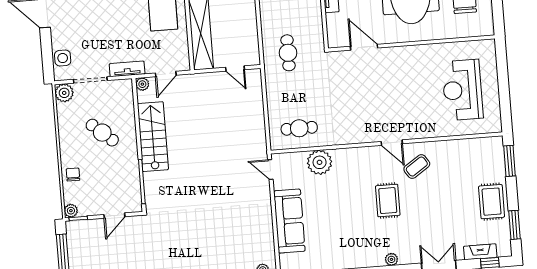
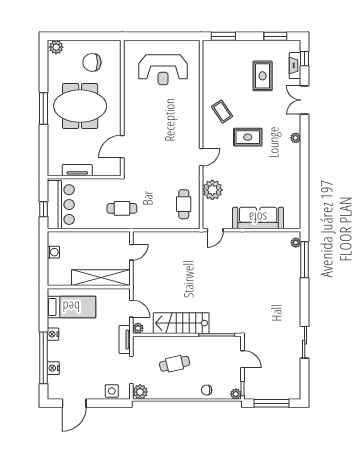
cafe table: (102, 133) -> (175, 364), turned 36
door: (392, 143) -> (201, 157), moved
rug: (492, 202) -> (263, 76), moved, turned 90

